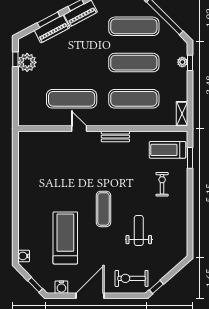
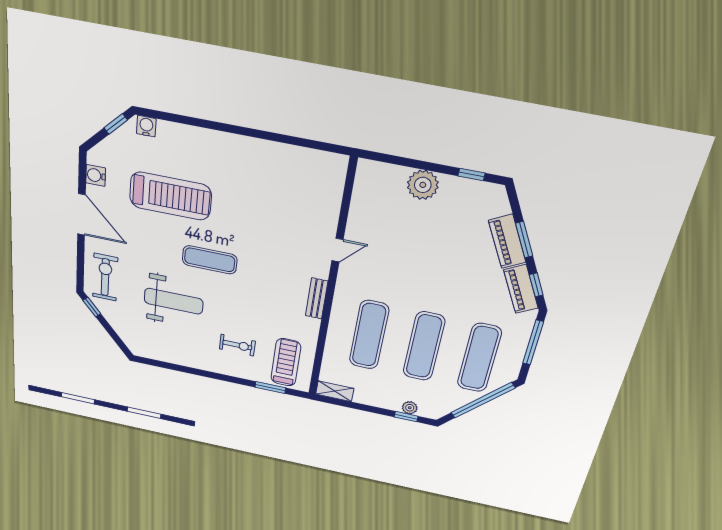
plant: (27, 62) -> (423, 185), moved
exercise mat: (72, 99) -> (387, 248), removed
weight bench: (139, 231) -> (174, 301), width x1.36, depth x1.33
window: (35, 285) -> (116, 124), moved

